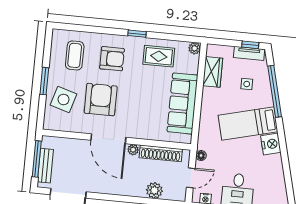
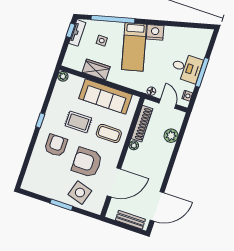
coffee table: (75, 55) -> (109, 133), moved
rug: (159, 56) -> (78, 122), moved, turned 90
wardrobe: (213, 72) -> (96, 70), moved
door: (108, 139) -> (114, 182), moved
window: (37, 159) -> (123, 226), removed

